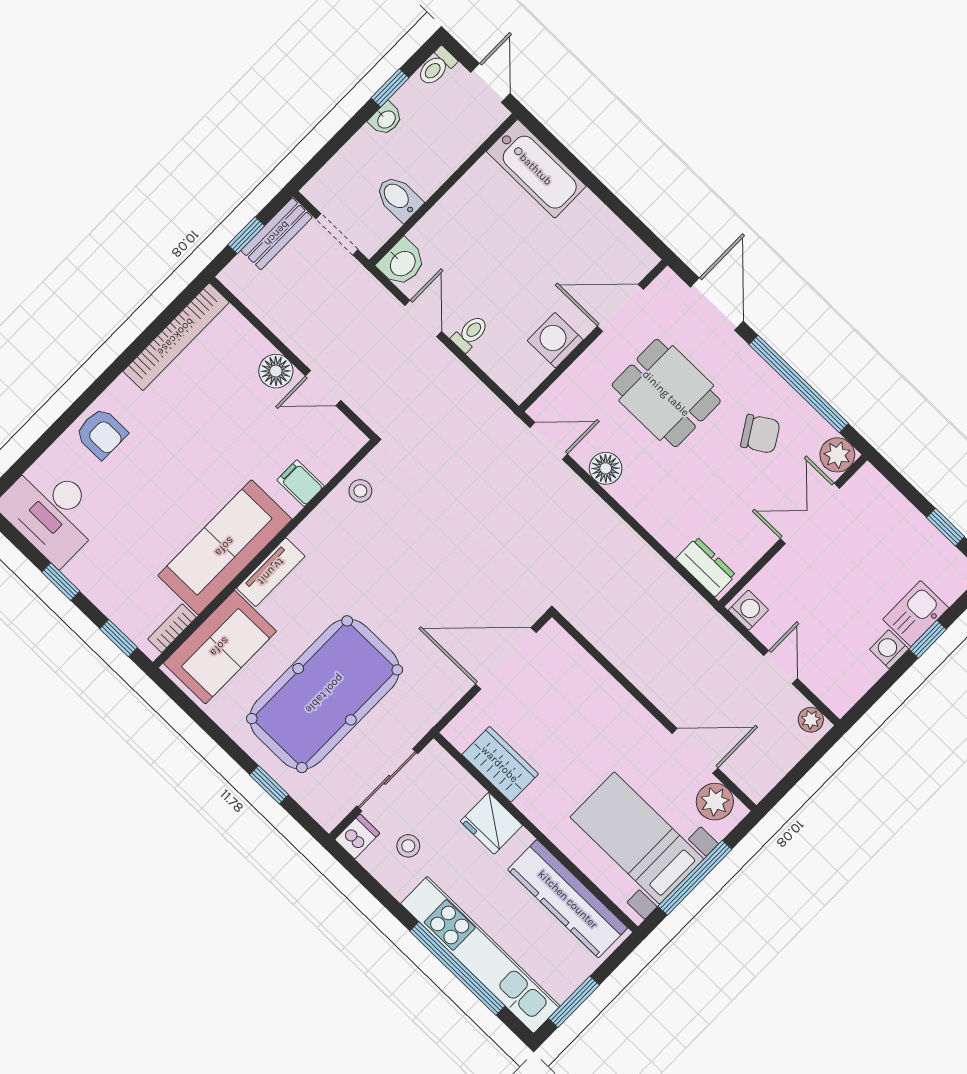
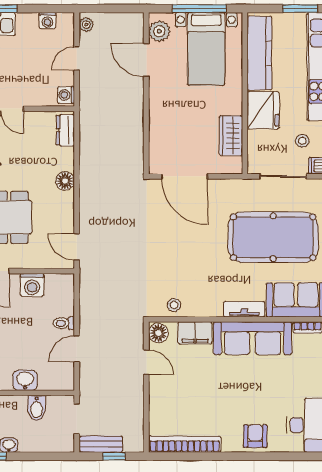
washbasin: (402, 263) -> (25, 380), moved
floor lamp: (276, 371) -> (158, 333), moved
floor lamp: (606, 468) -> (65, 181), moved
filing cabinet: (301, 483) -> (195, 333), width x2.00
washing machine: (889, 649) -> (48, 21), moved
fridge: (491, 823) -> (263, 110), width x1.36, depth x1.34

